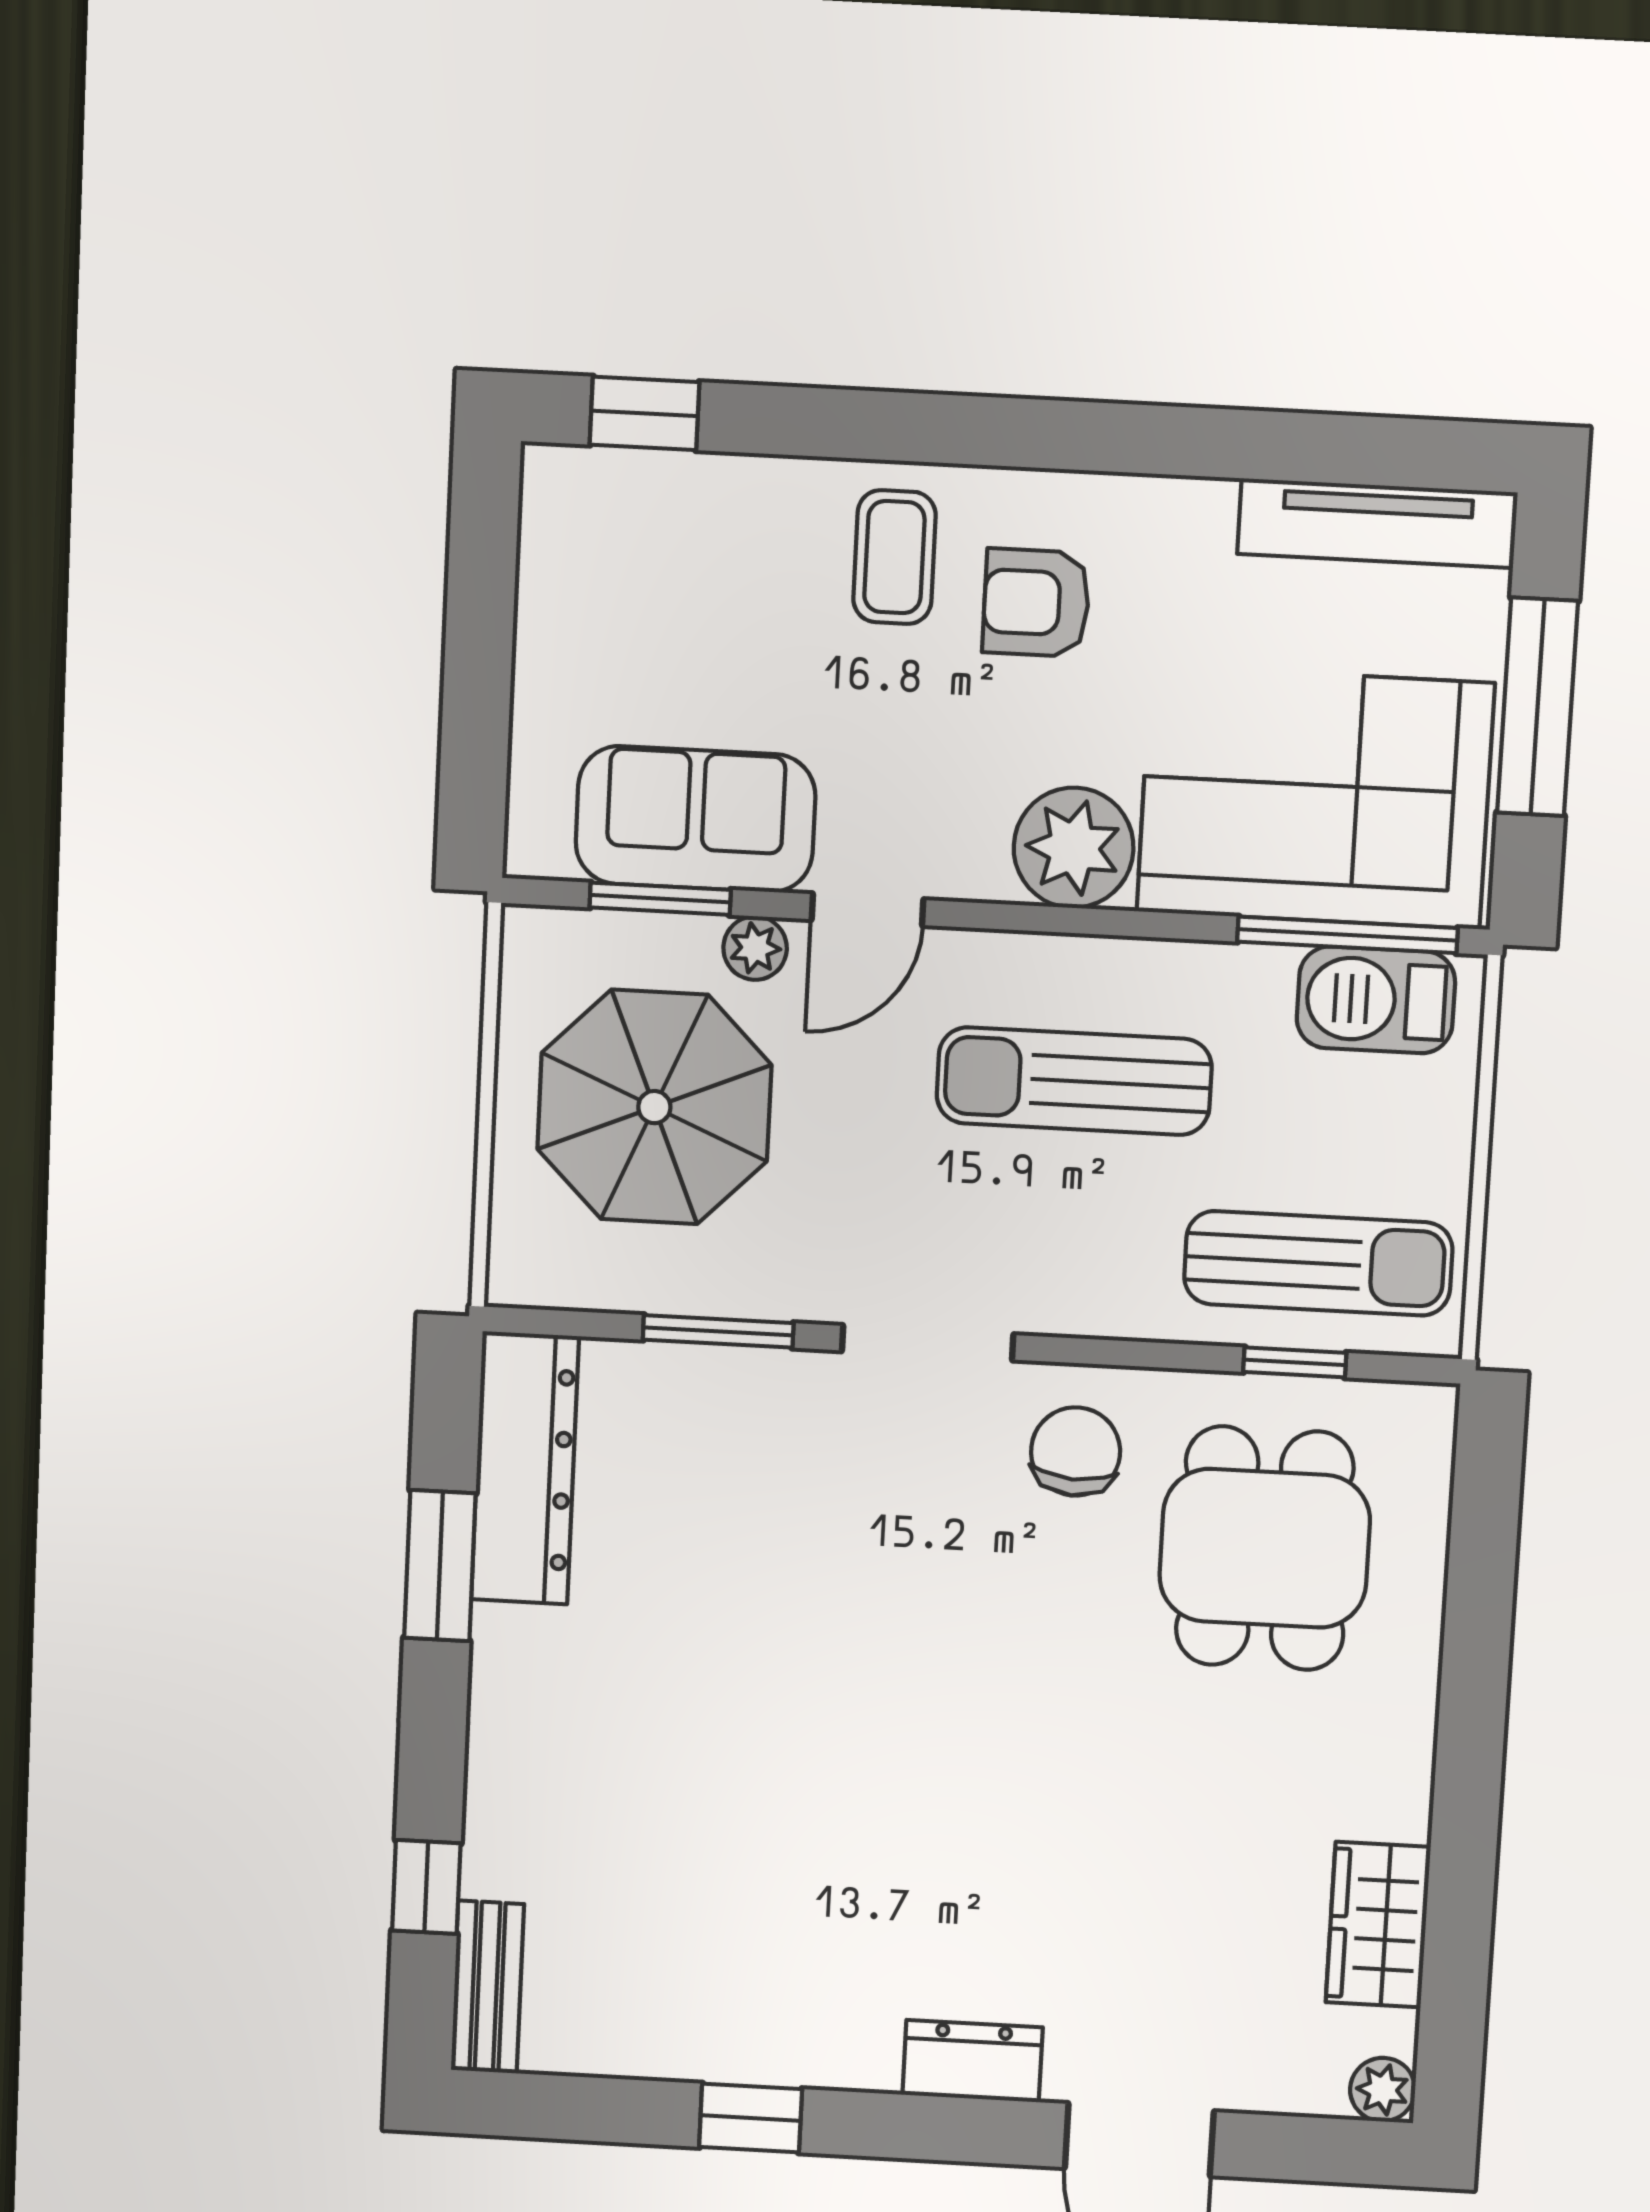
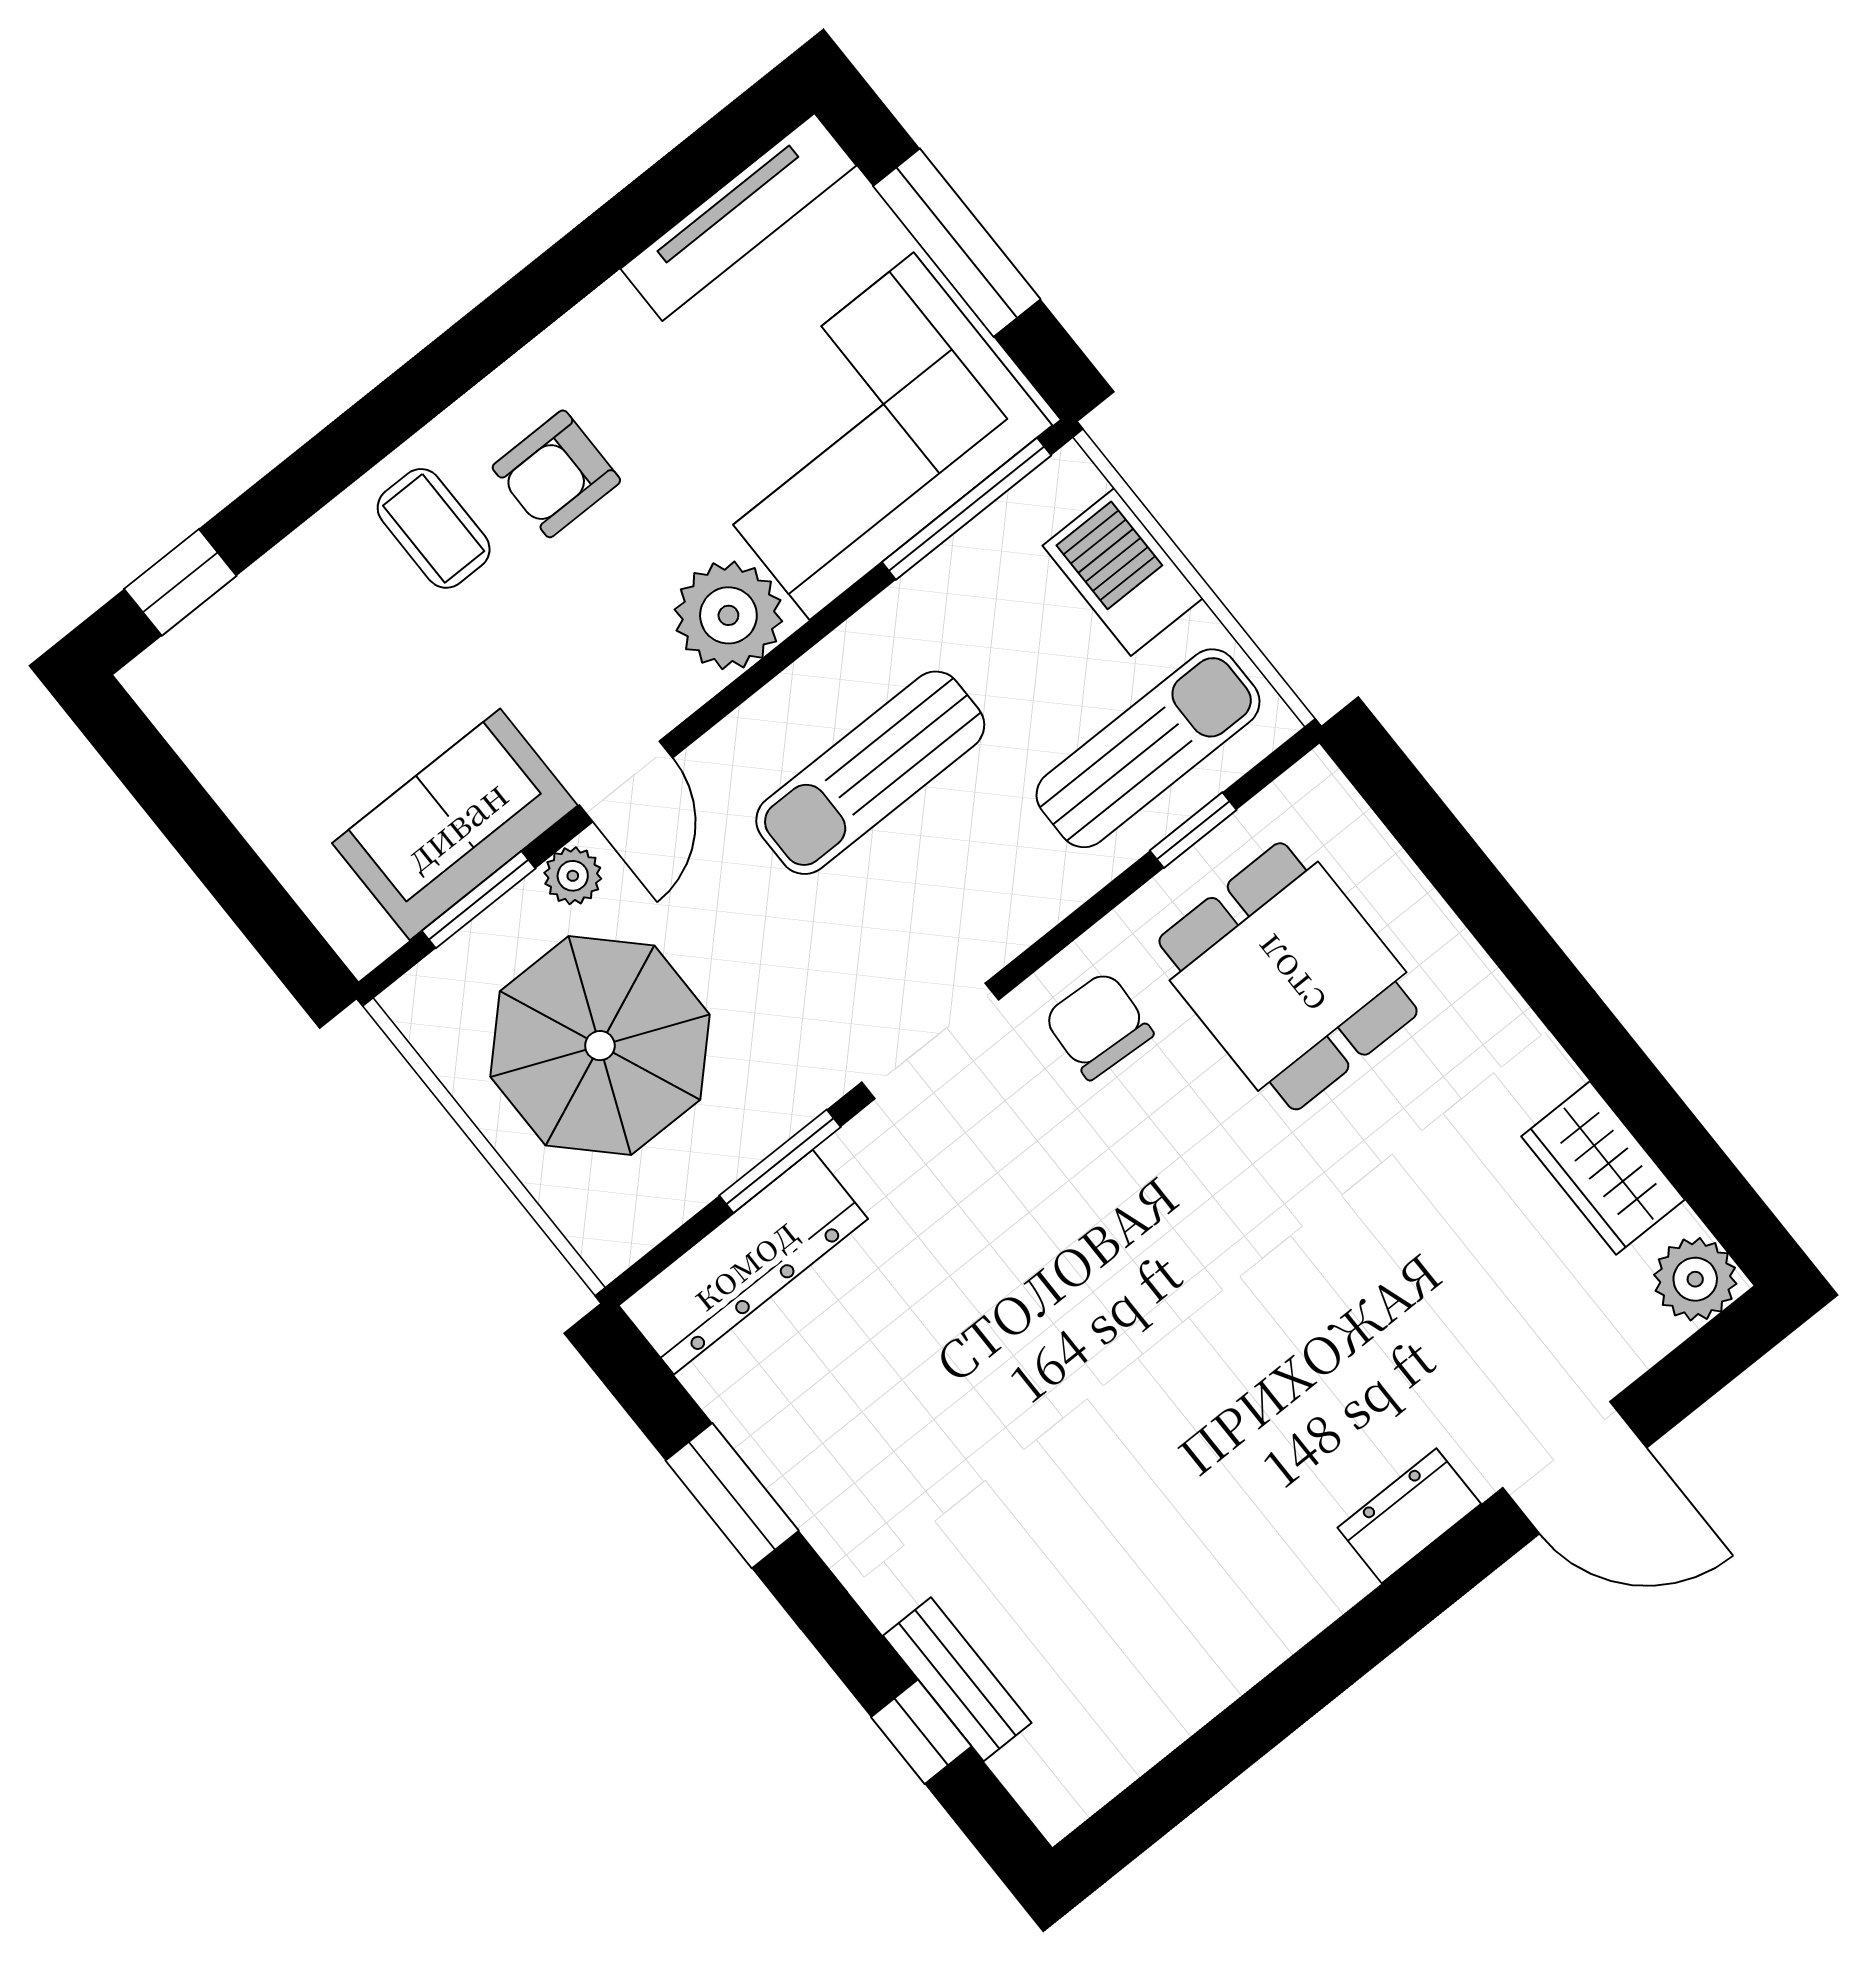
barbecue: (1376, 1000) -> (1123, 572), moved, turned 90
dresser: (525, 1468) -> (743, 1262), moved, turned 90
bench: (487, 1987) -> (957, 1679), moved
plant: (1383, 2090) -> (1695, 1279), width x1.38, depth x1.38
window: (751, 2118) -> (1291, 1695), removed

